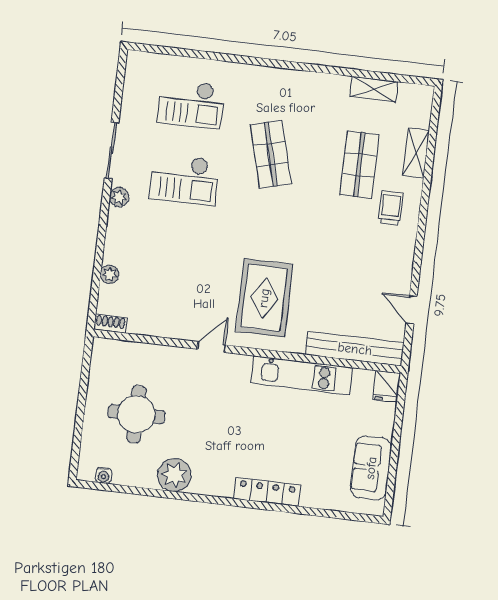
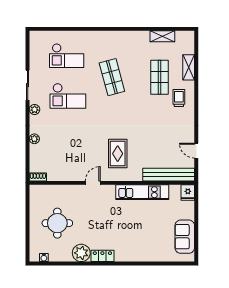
plant: (110, 274) -> (34, 139), moved
rug: (264, 298) -> (118, 154), width x0.73, depth x0.70
locker: (267, 492) -> (102, 256), moved, width x0.66

